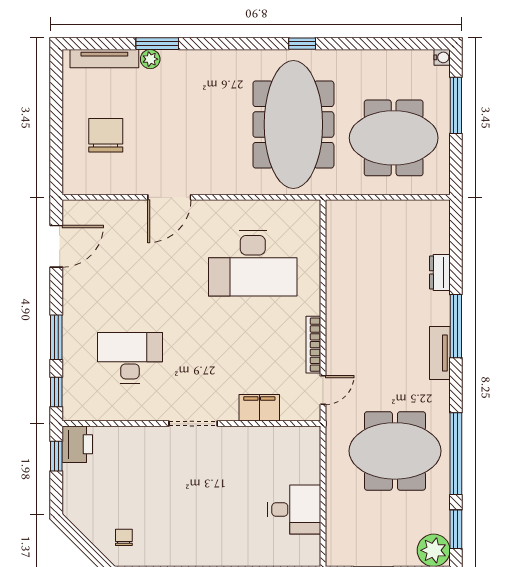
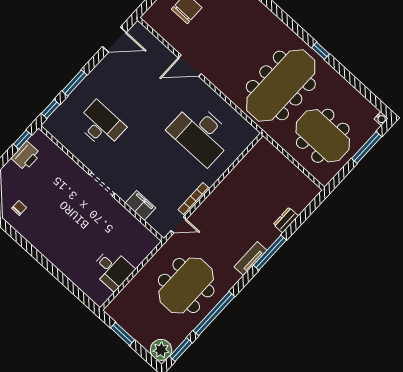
printer: (77, 444) -> (26, 156), moved
meeting table: (395, 451) -> (186, 286), turned 90

